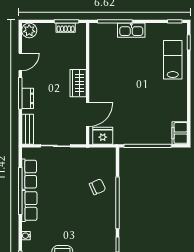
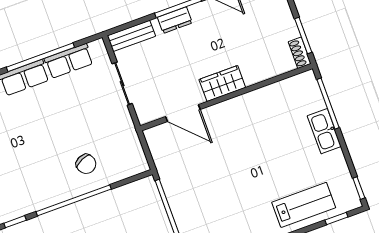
shoe rack: (66, 28) -> (300, 53), moved
fridge: (103, 136) -> (161, 145), removed

